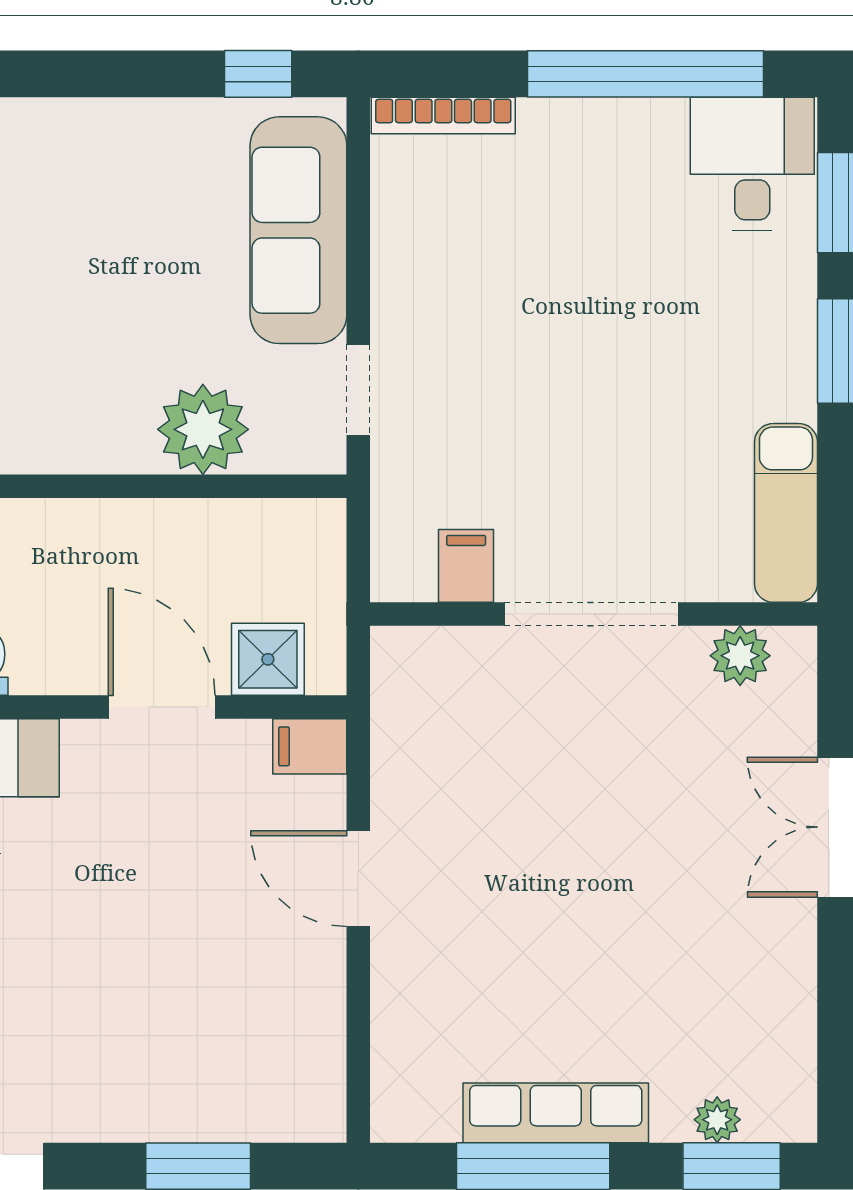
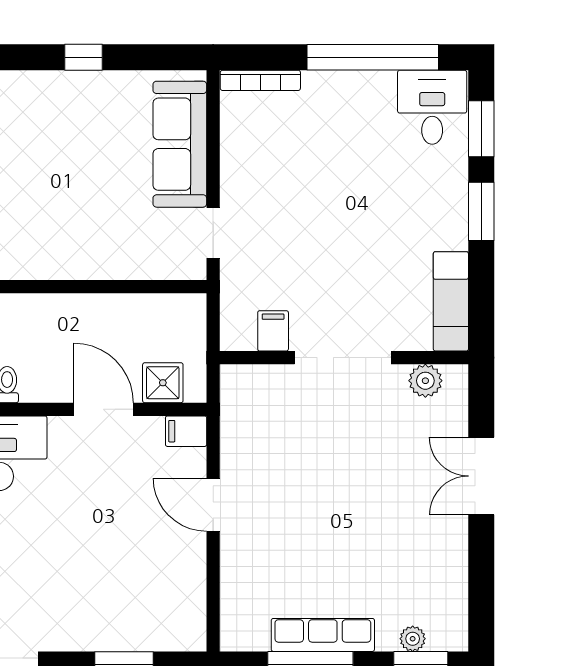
window: (258, 74) -> (84, 57), moved
plant: (203, 429) -> (127, 255), removed

